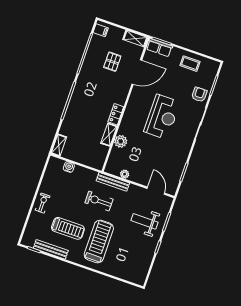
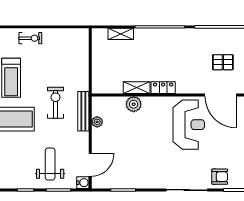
reception desk: (162, 117) -> (189, 125), moved, turned -90
shelving: (59, 145) -> (121, 34), moved
water cooler: (69, 167) -> (83, 183), moved

